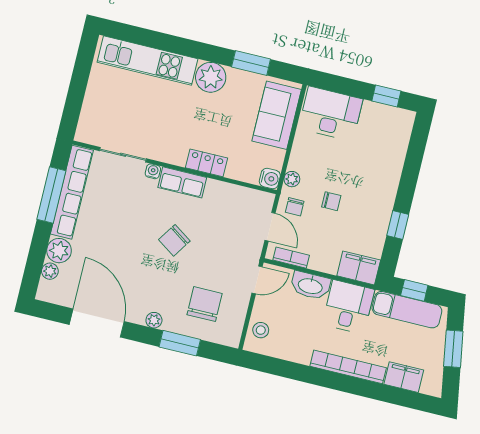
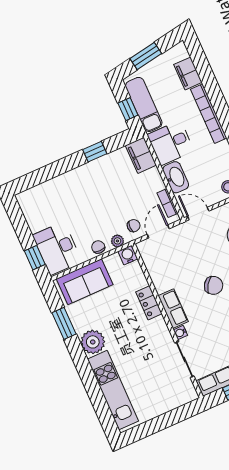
window: (386, 96) -> (35, 258), moved
chair: (331, 201) -> (98, 247), moved

